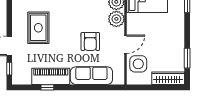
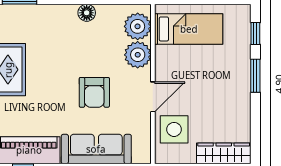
window: (187, 58) -> (255, 76), moved

